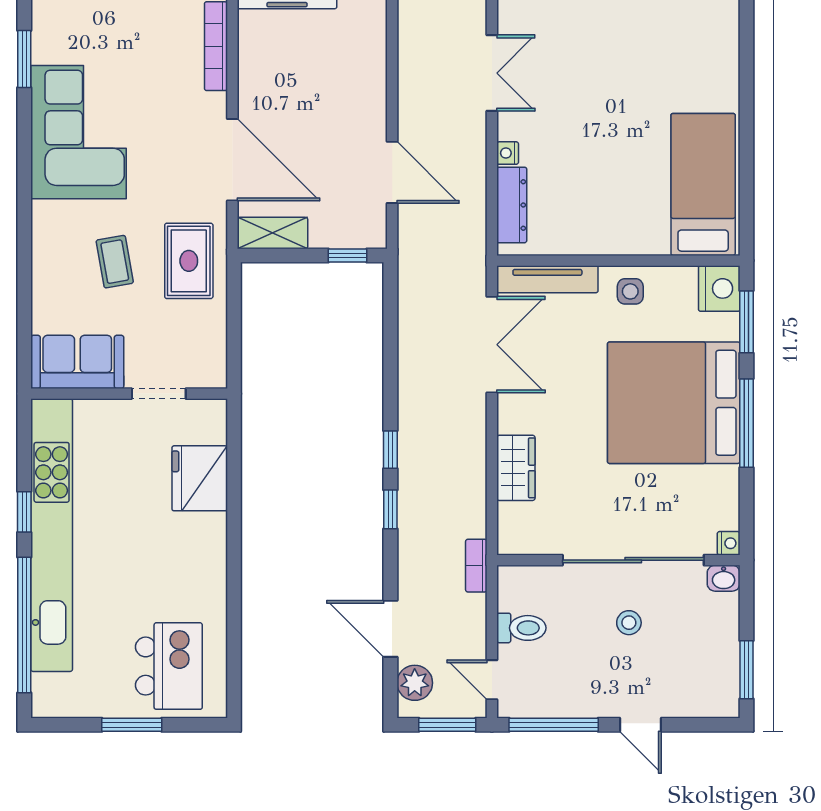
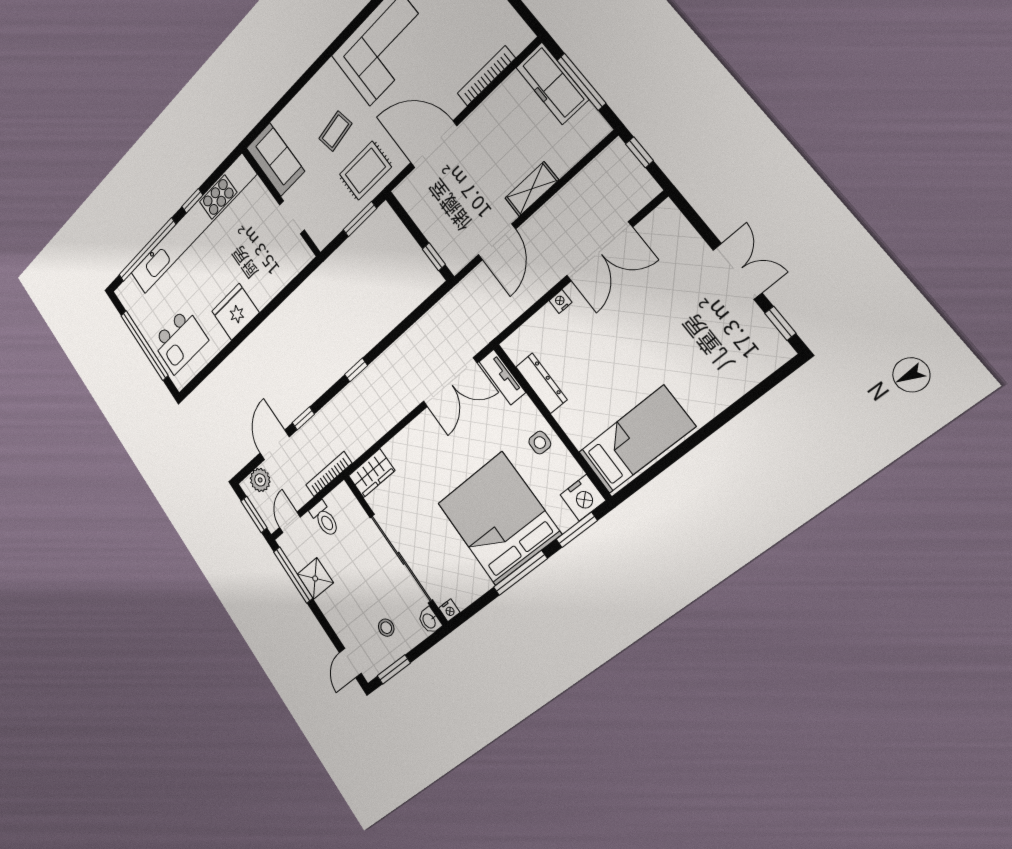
double door: (492, 73) -> (599, 252), width x1.37
door: (232, 160) -> (434, 144), swing flipped
dresser: (512, 205) -> (541, 383), moved, turned -90
shelving: (272, 233) -> (532, 189), moved, turned 90
tv unit: (547, 279) -> (502, 377), width x0.71
window: (234, 310) -> (360, 219), added
wardrobe: (516, 468) -> (372, 473), moved
fridge: (200, 478) -> (235, 312), moved
window: (390, 509) -> (303, 418), moved
bookcase: (476, 566) -> (329, 474), width x1.56
stool: (629, 623) -> (386, 628), moved
shower: (578, 696) -> (315, 578), added
window: (132, 725) -> (144, 345), width x2.11
door: (640, 725) -> (350, 663), moved

